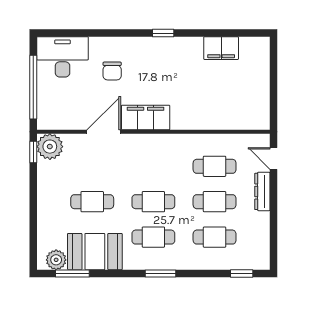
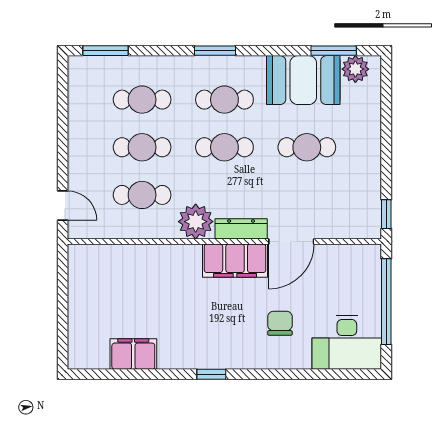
plant: (50, 147) -> (196, 222), moved
dresser: (262, 191) -> (241, 229), moved, turned -90
window: (242, 273) -> (106, 51), width x1.50

